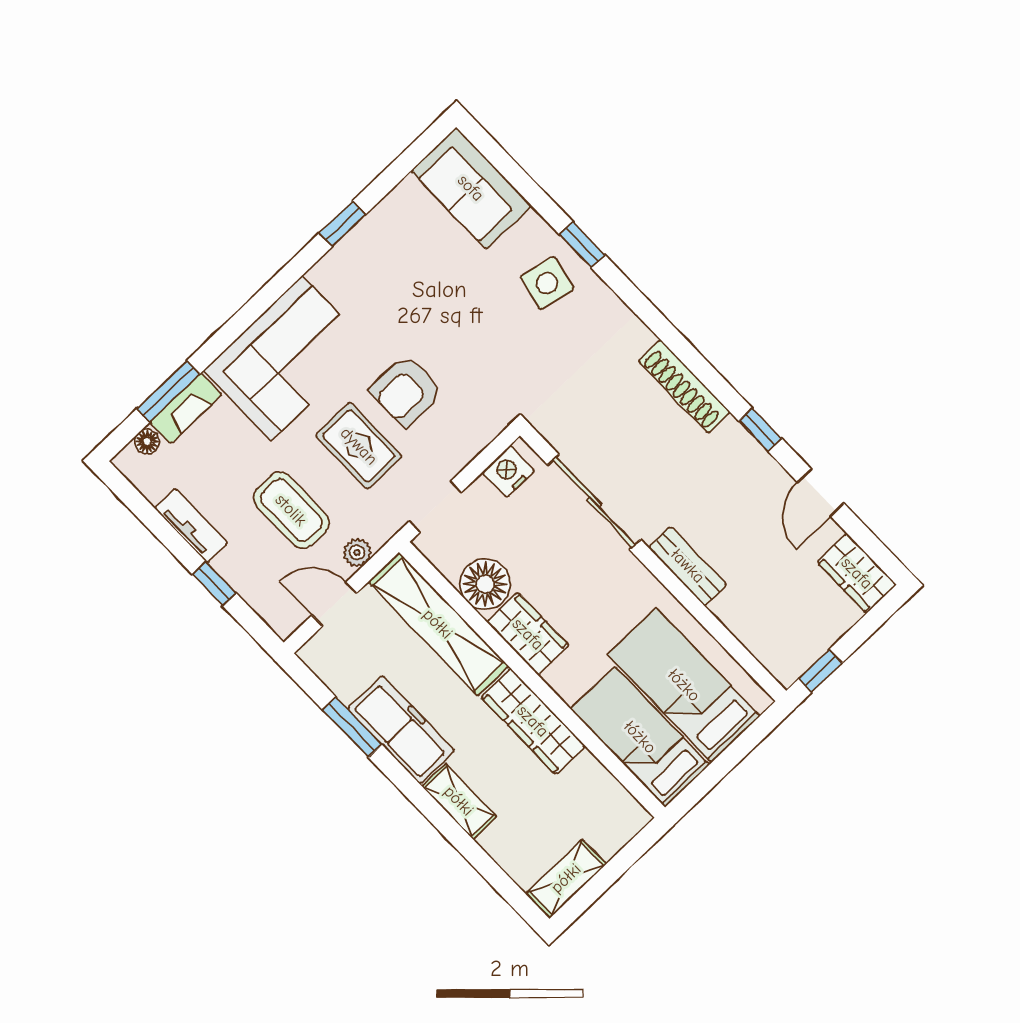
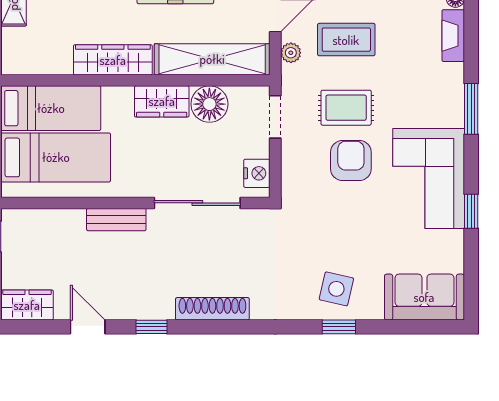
corner sofa: (287, 358) -> (429, 178), moved
window: (168, 391) -> (471, 109), moved

